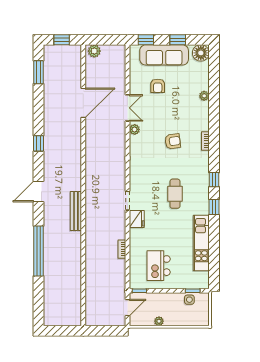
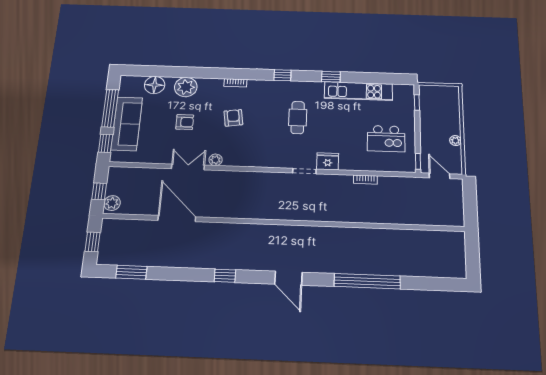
window: (104, 40) -> (99, 191), added
window: (178, 40) -> (110, 108), width x2.17
floor lamp: (201, 53) -> (155, 85), moved
armchair: (158, 86) -> (185, 122), moved
plant: (204, 96) -> (186, 87), width x1.87, depth x1.87
cafe table: (175, 194) -> (298, 118), turned 90
window: (214, 207) -> (331, 77), moved
bench: (76, 211) -> (316, 233), removed
side table: (189, 300) -> (428, 106), removed

